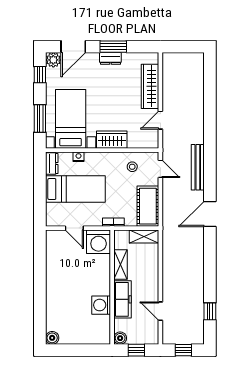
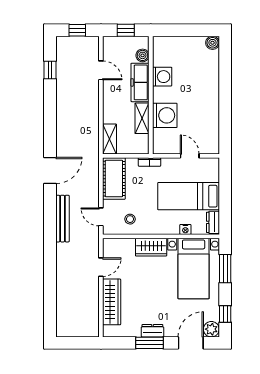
shelving: (144, 236) -> (110, 139), moved, turned 90
washing machine: (99, 242) -> (165, 115), moved, turned 90
boiler: (120, 338) -> (143, 55), moved

